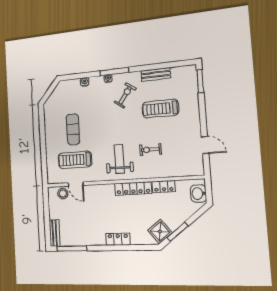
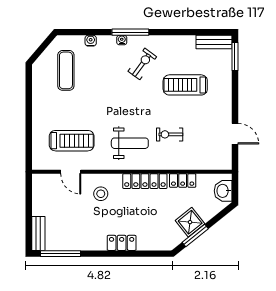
bench: (156, 74) -> (214, 42), moved
exercise mat: (73, 129) -> (66, 70), moved
weight bench: (119, 159) -> (130, 143), turned 90
treadmill: (75, 160) -> (72, 141), turned 180
stool: (63, 194) -> (101, 194), moved
shower: (160, 232) -> (190, 222), moved

